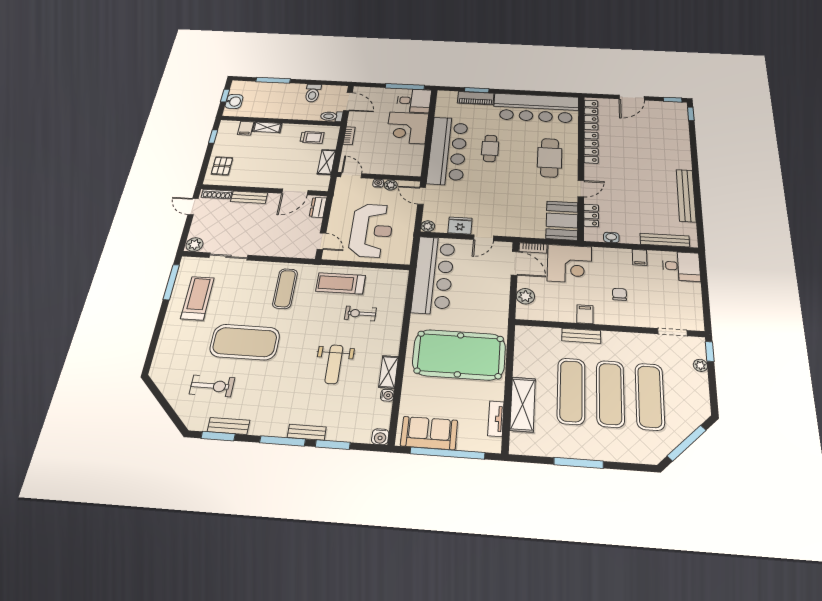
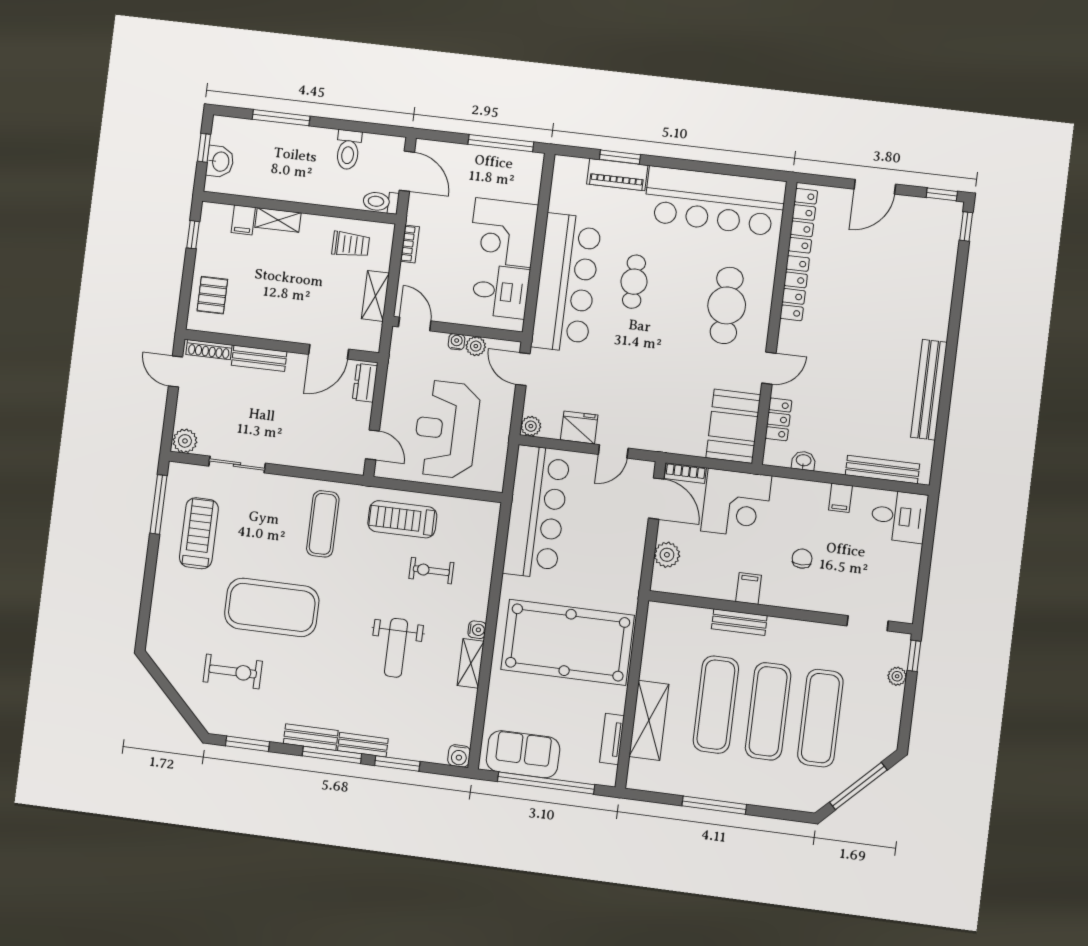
desk: (414, 101) -> (501, 291), moved
reception desk: (371, 230) -> (446, 429), turned 180
water cooler: (387, 395) -> (477, 630), moved
bench: (228, 426) -> (311, 737), moved

